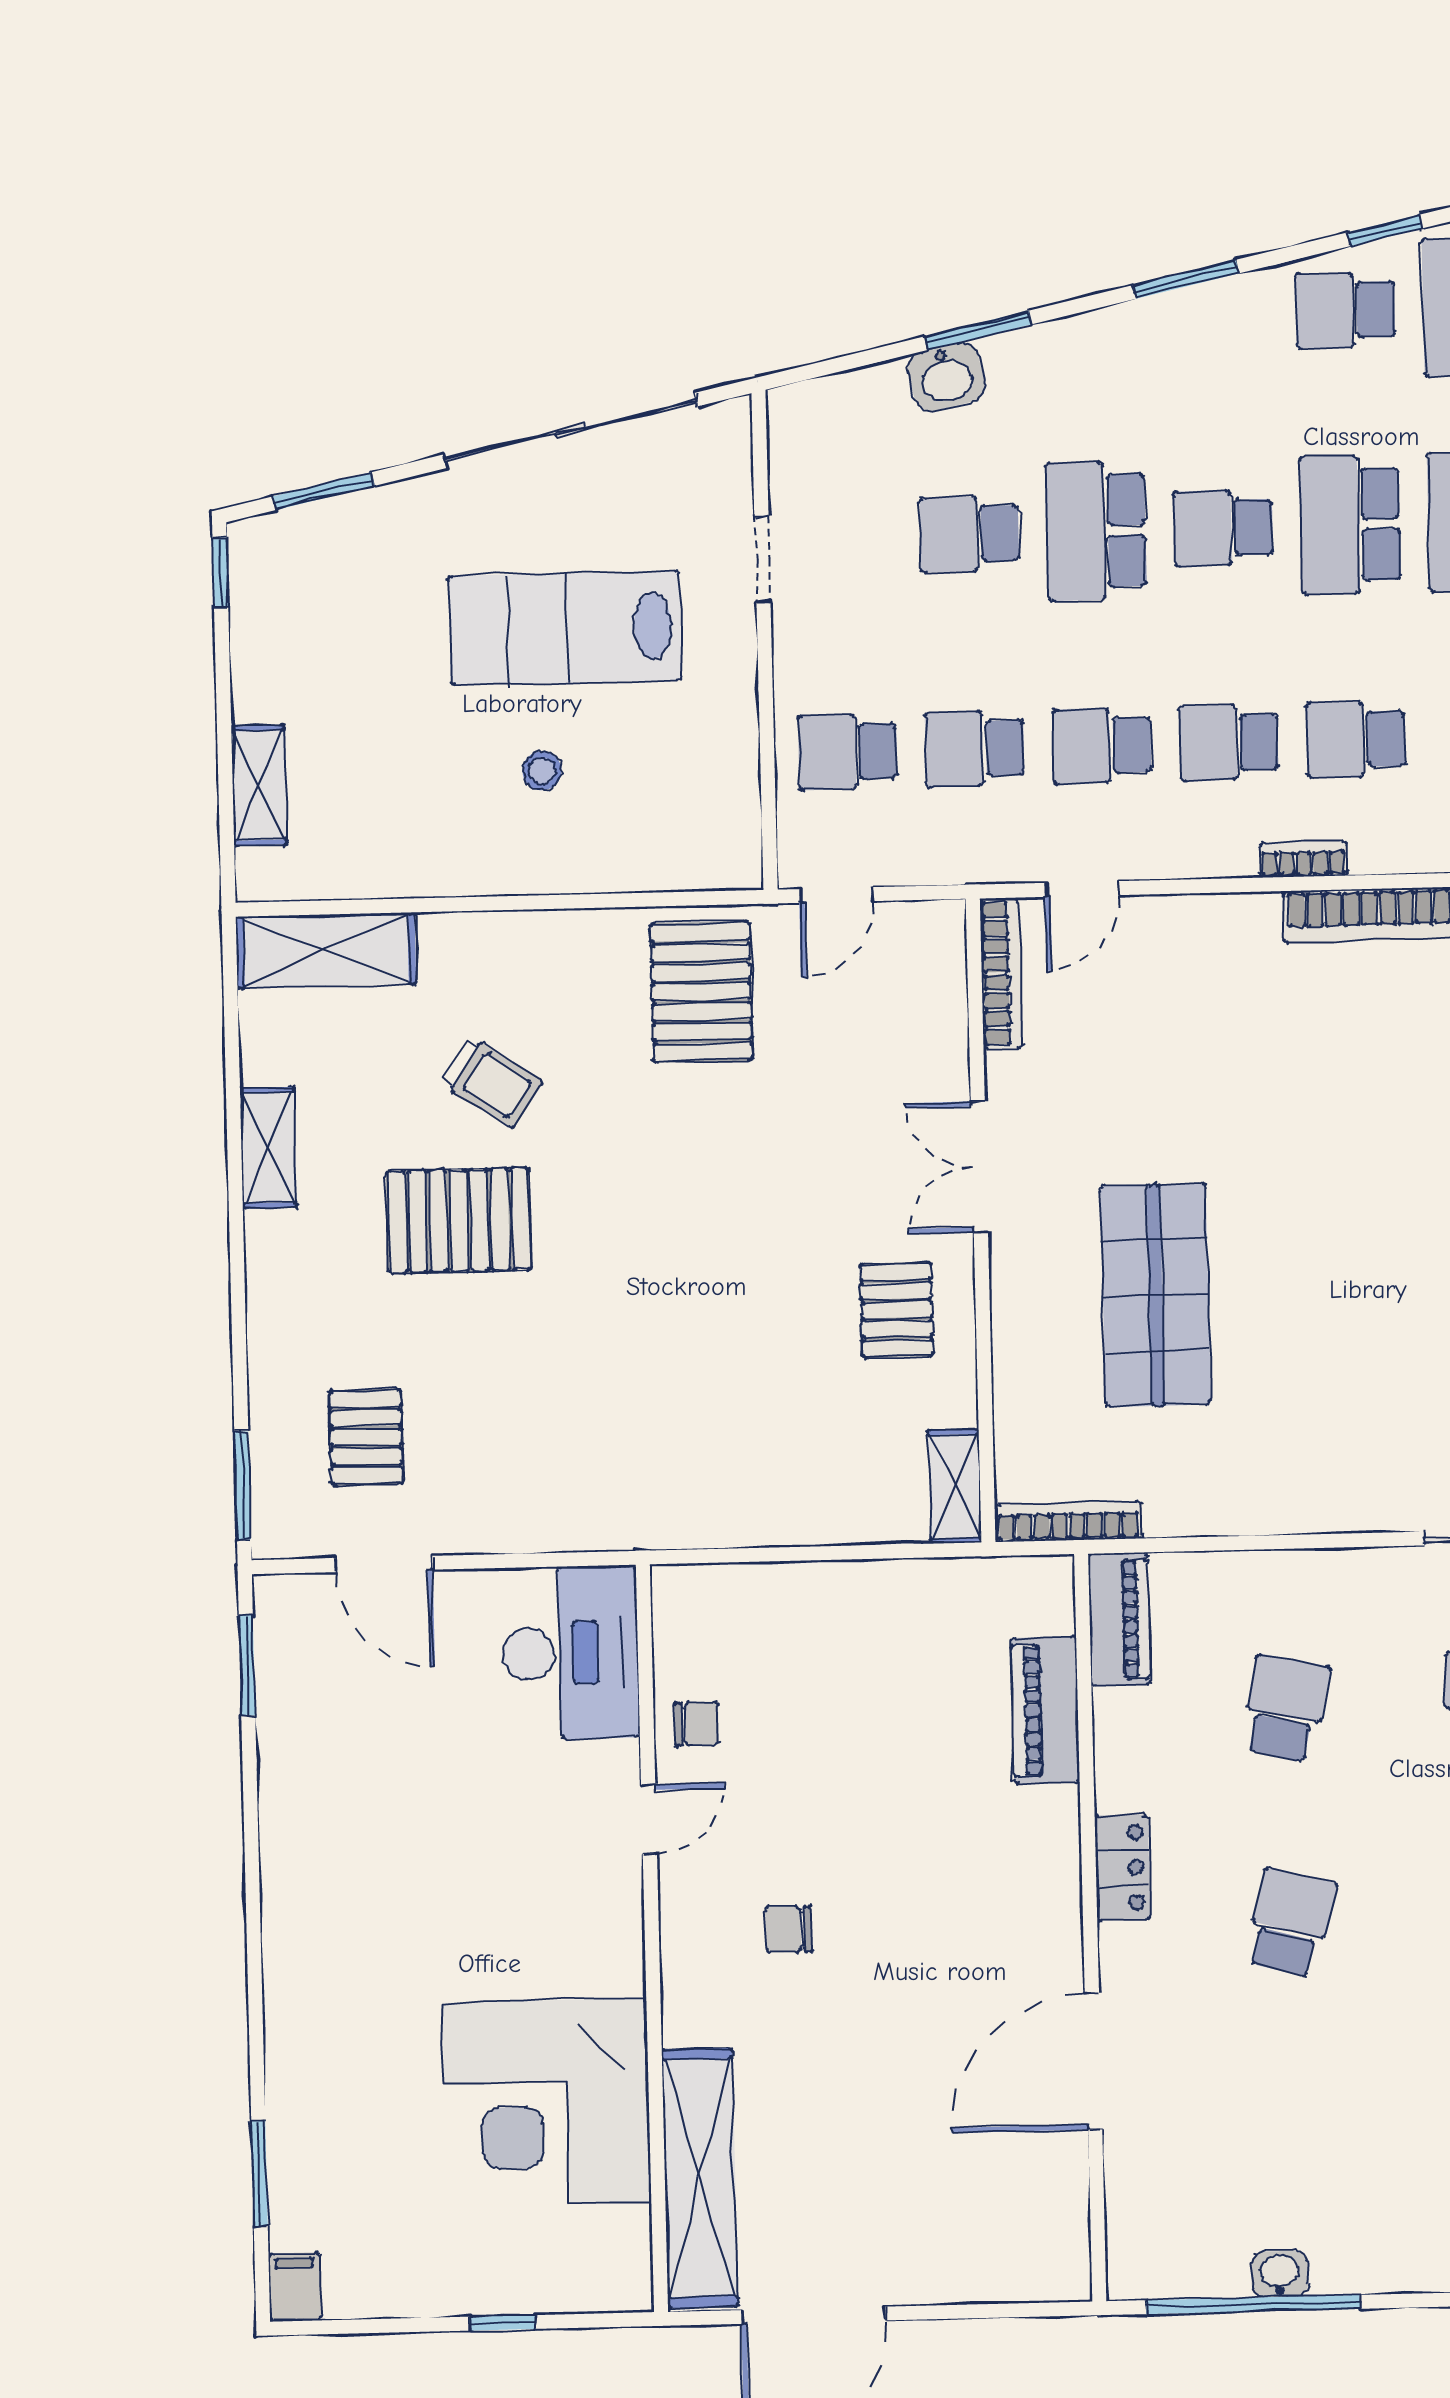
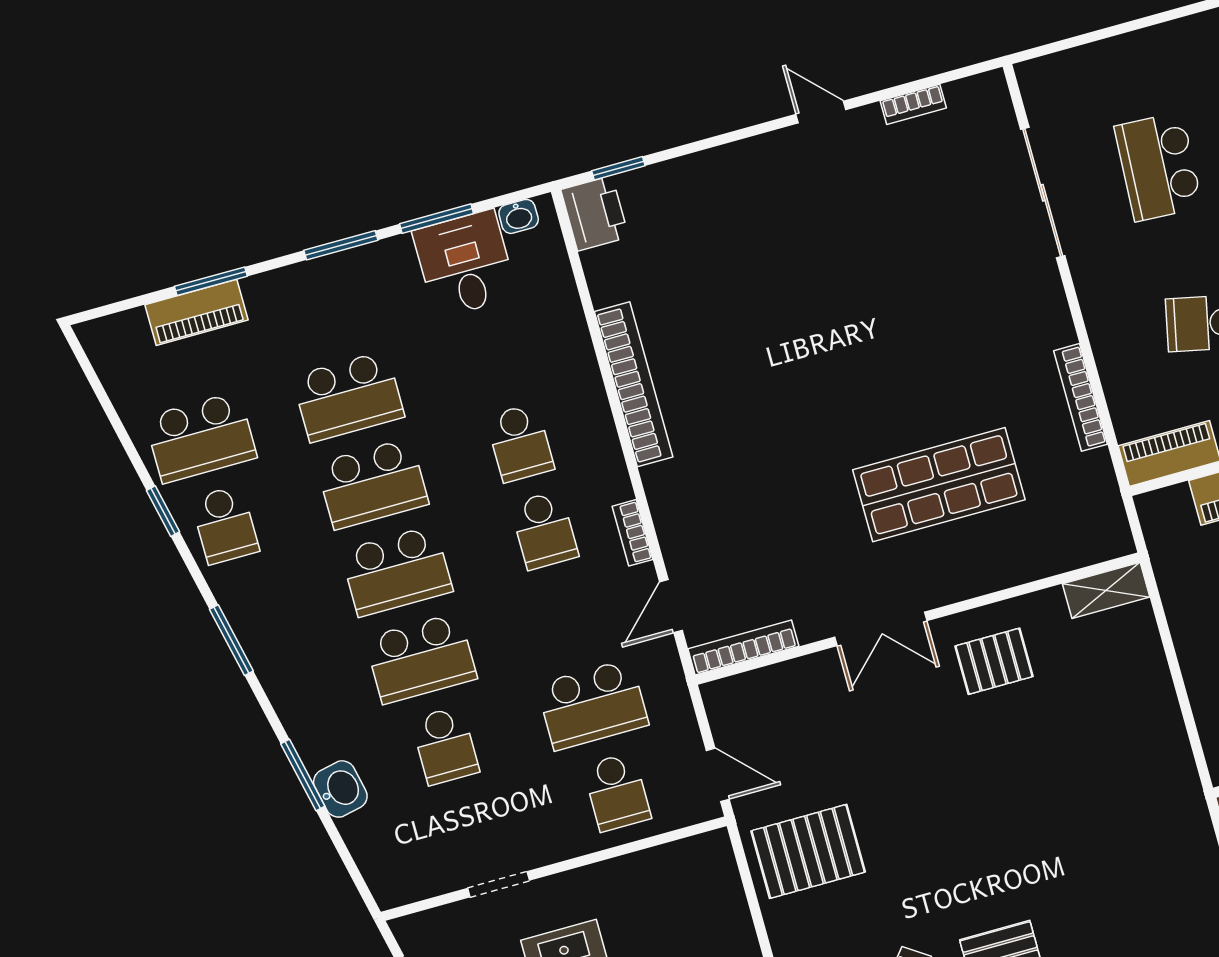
school desk: (1223, 528) -> (397, 571), width x1.85
school desk: (1102, 746) -> (568, 617), removed
school desk: (975, 749) -> (593, 705), width x1.85
bookcase: (1303, 859) -> (633, 533), moved
door: (1082, 889) -> (671, 606), swing flipped
bookcase: (1068, 1522) -> (1081, 397), moved

